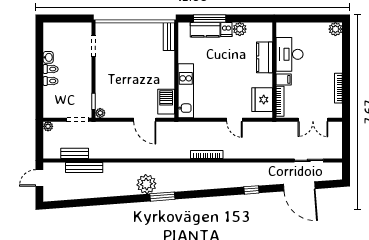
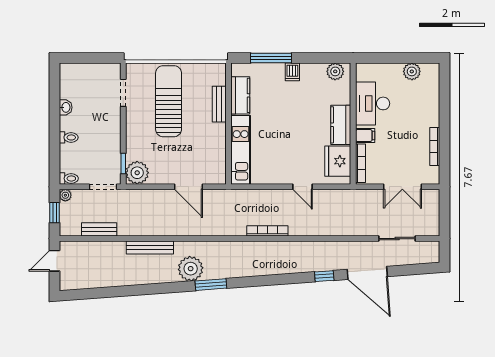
plant: (240, 29) -> (335, 71), moved
plant: (335, 29) -> (412, 71), moved
kitchen counter: (205, 30) -> (240, 95), moved, turned -90
bench: (169, 37) -> (219, 104), moved
sun lounger: (129, 53) -> (169, 101), added
kitchen counter: (264, 57) -> (341, 125), moved
toilet: (51, 69) -> (69, 178), moved
barbecue: (166, 102) -> (216, 164), removed
plant: (100, 113) -> (137, 173), width x1.87, depth x1.87
window: (39, 140) -> (54, 213), added
bench: (84, 168) -> (150, 248), moved
door: (299, 186) -> (367, 273), moved

